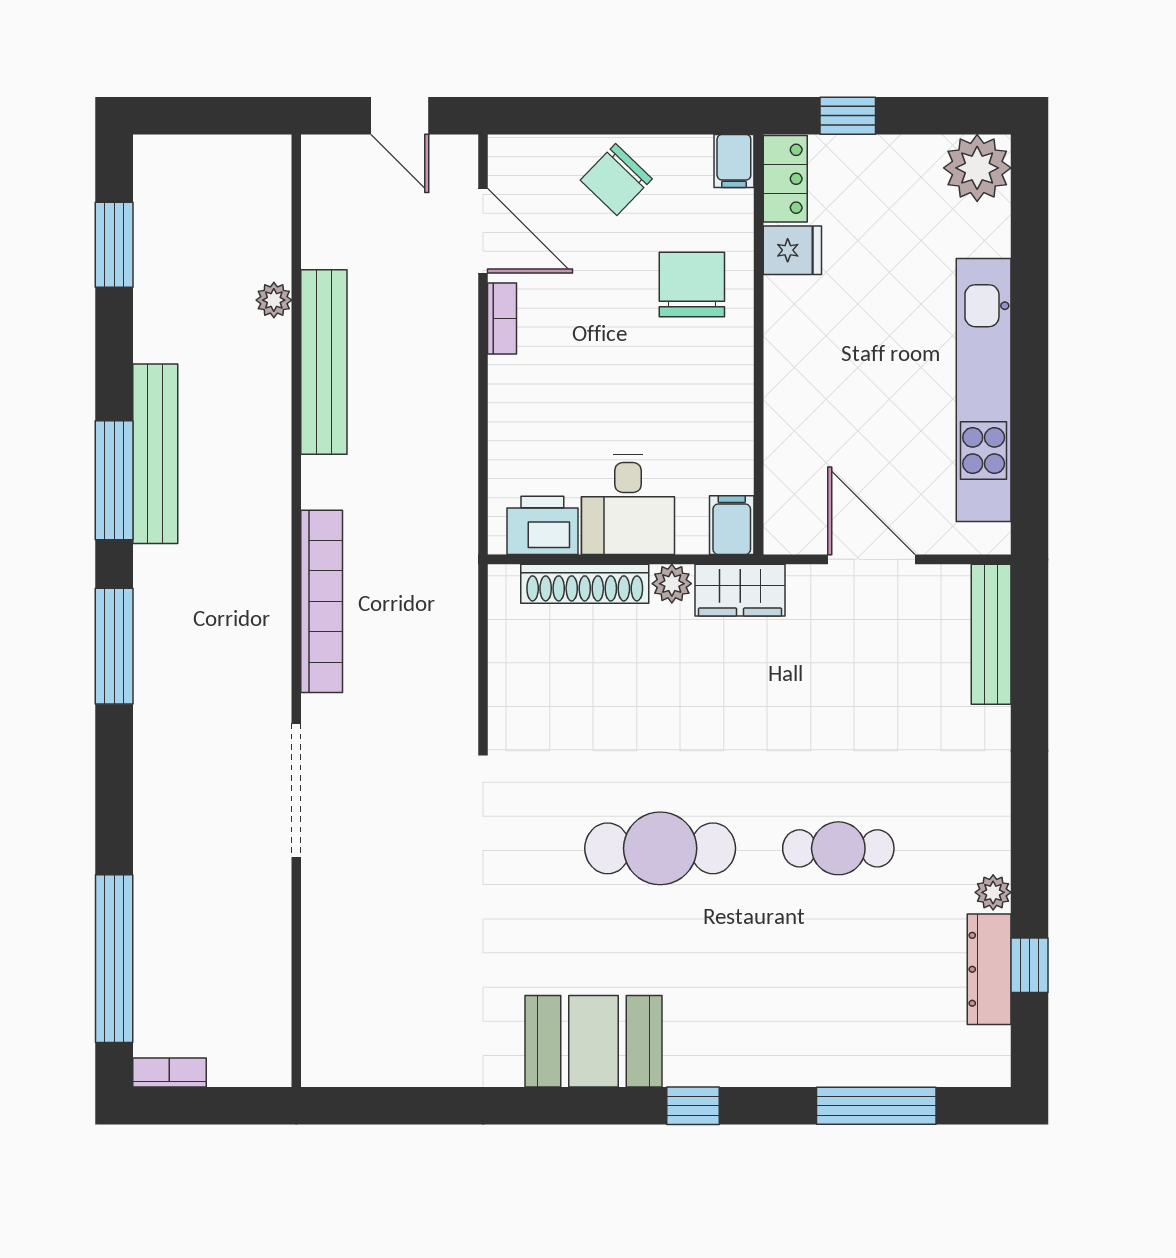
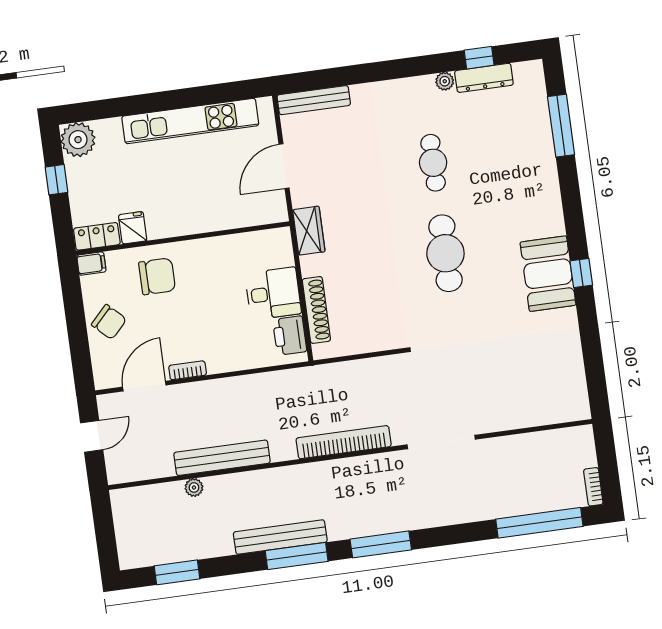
window: (848, 116) -> (56, 180), moved
chair: (692, 284) -> (157, 276), turned 180
filing cabinet: (732, 525) -> (276, 239), removed
plant: (672, 584) -> (310, 266), removed
window: (693, 1106) -> (581, 273), moved

